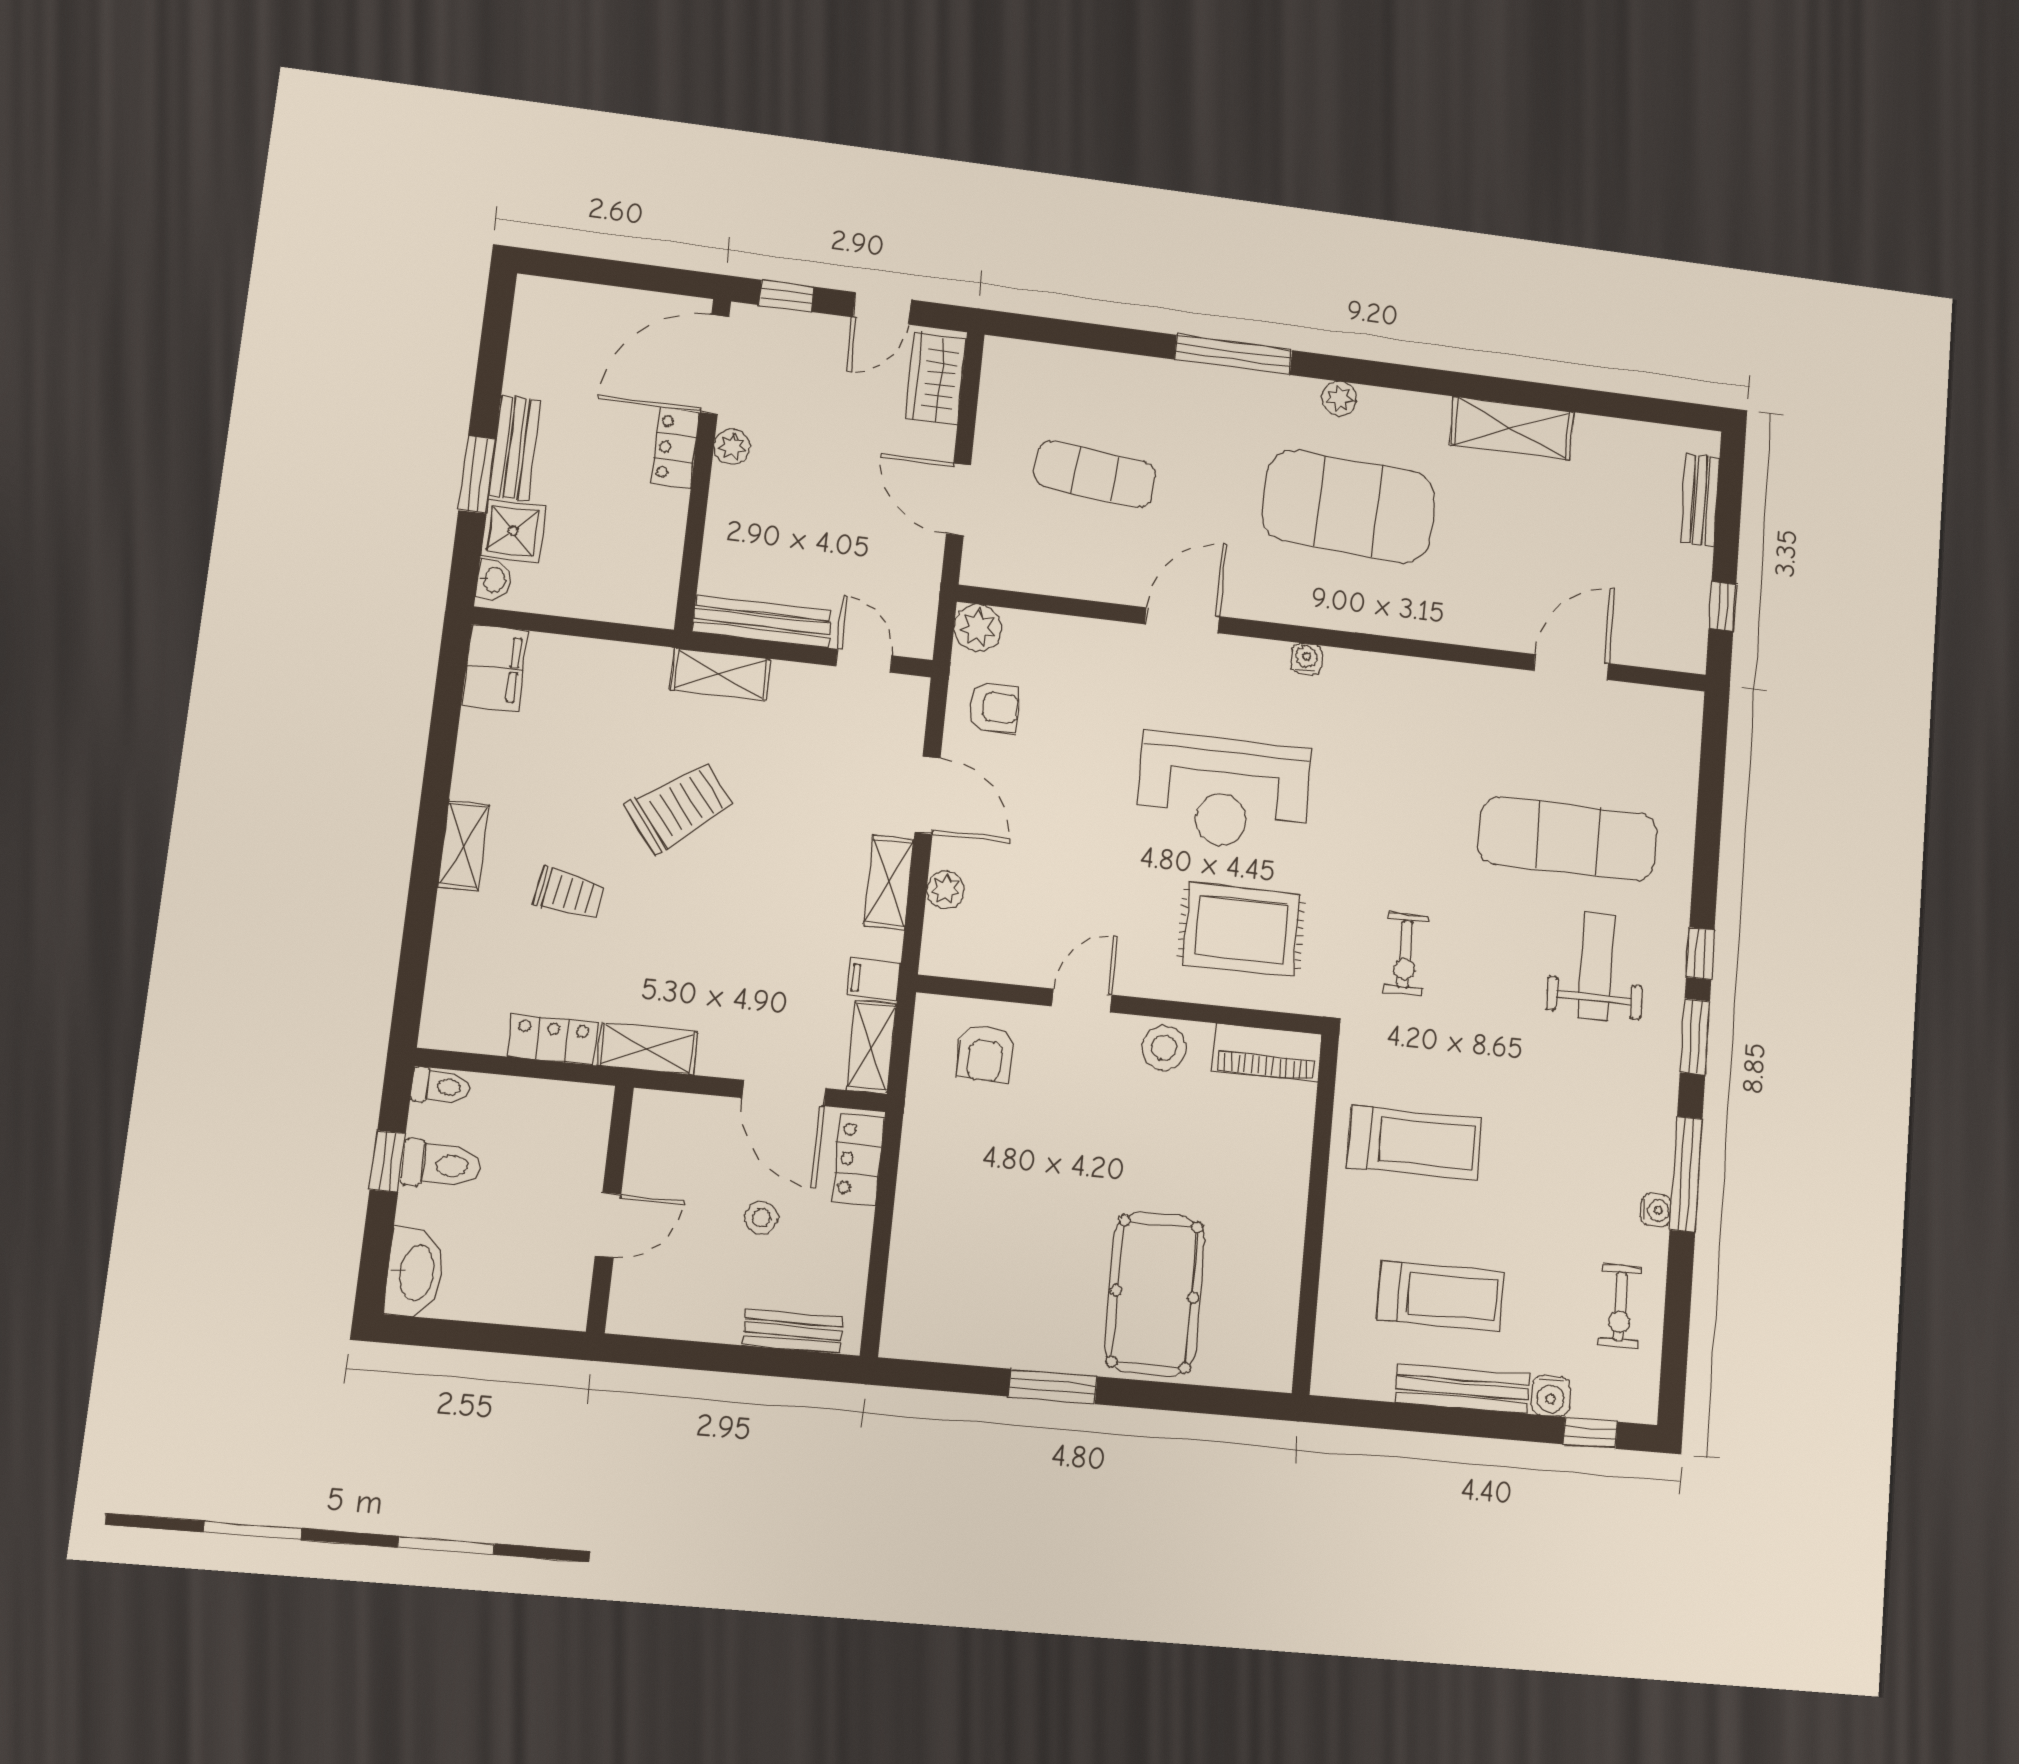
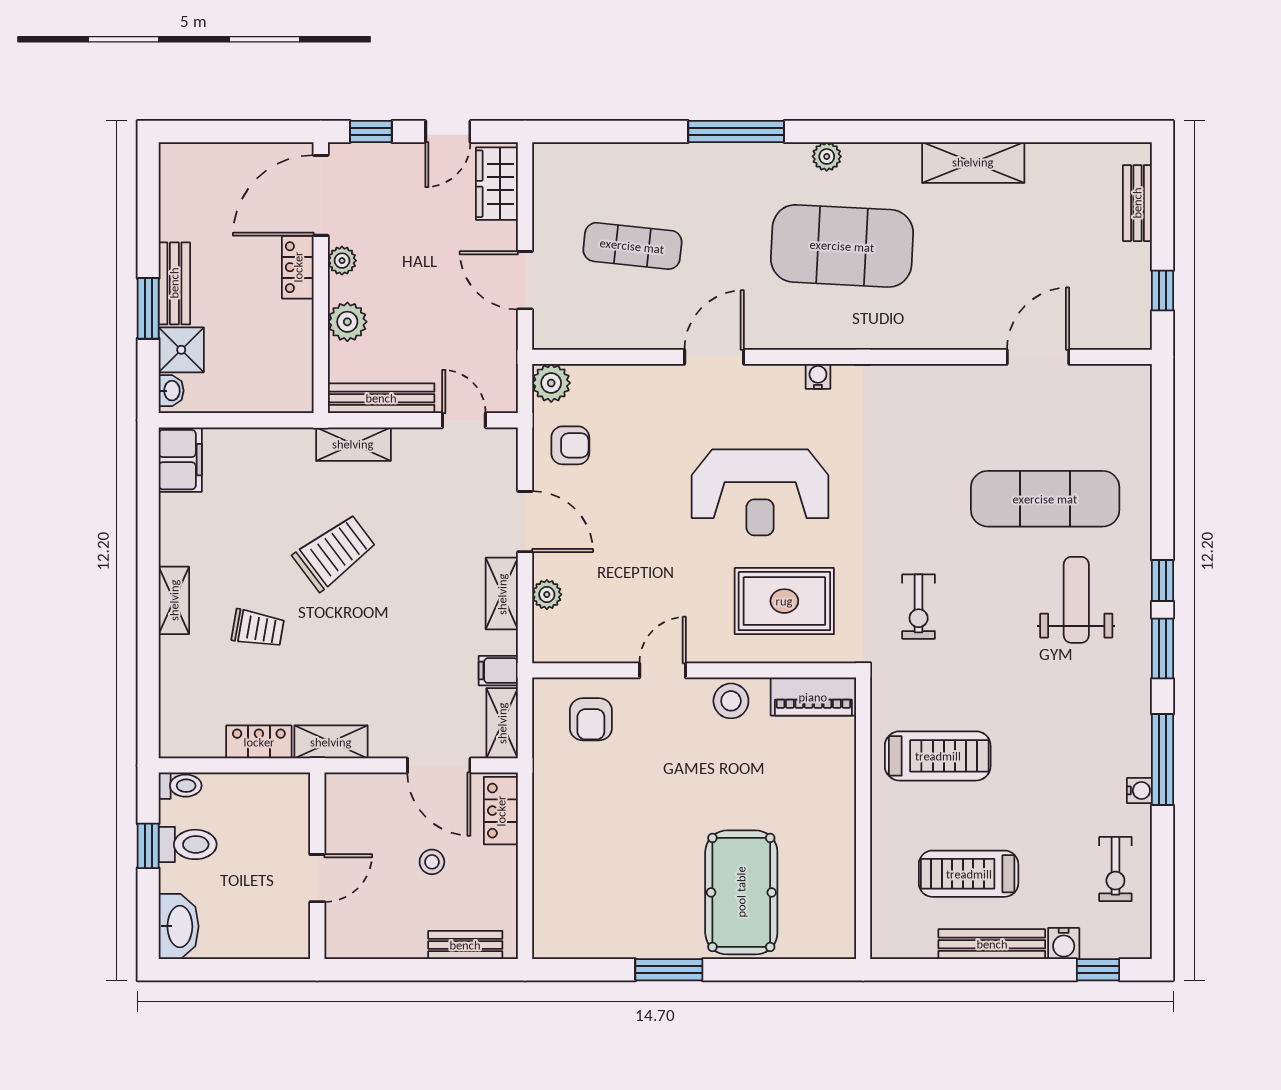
plant: (730, 522) -> (347, 322), added
treadmill: (1440, 1296) -> (969, 874), turned 180

